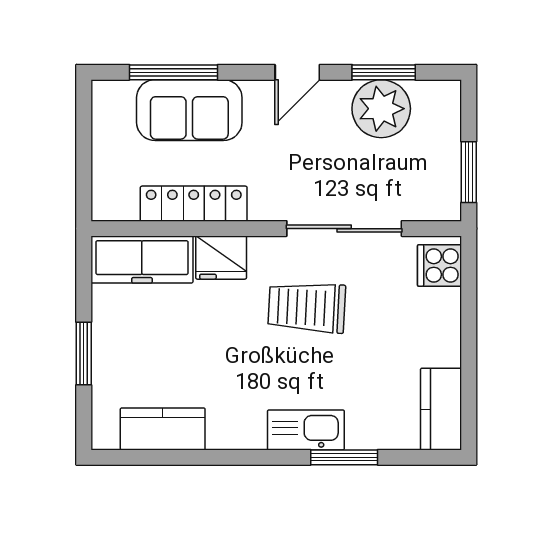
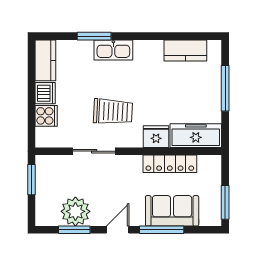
window: (174, 72) -> (162, 230), moved
window: (84, 127) -> (225, 202), added
sliding door: (344, 229) -> (94, 151), width x0.73
cooker: (439, 265) -> (46, 116), moved
dishwasher: (441, 344) -> (45, 93), added
window: (84, 354) -> (225, 88), width x1.44

